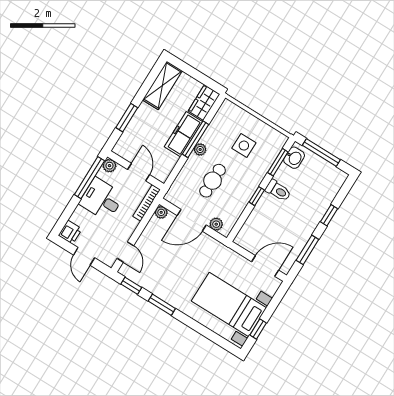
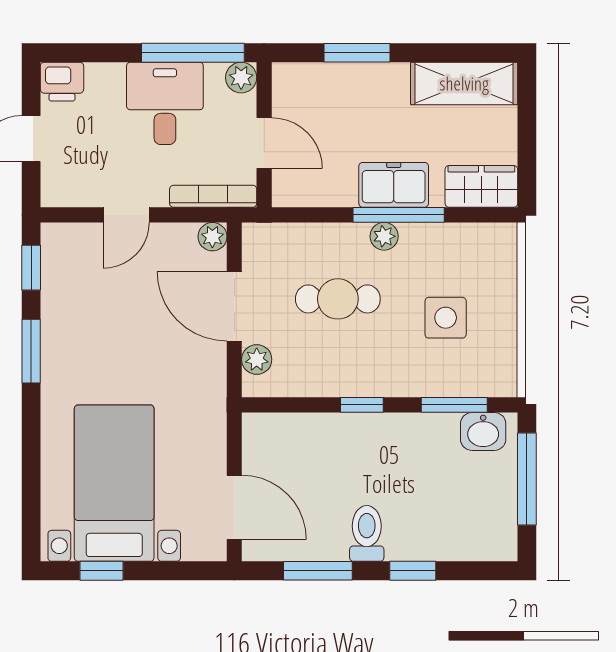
freezer: (183, 134) -> (394, 185), width x0.71
door: (139, 172) -> (264, 143), hinge flipped
toilet: (278, 191) -> (367, 533), moved, turned 180
door: (125, 252) -> (126, 215), moved

